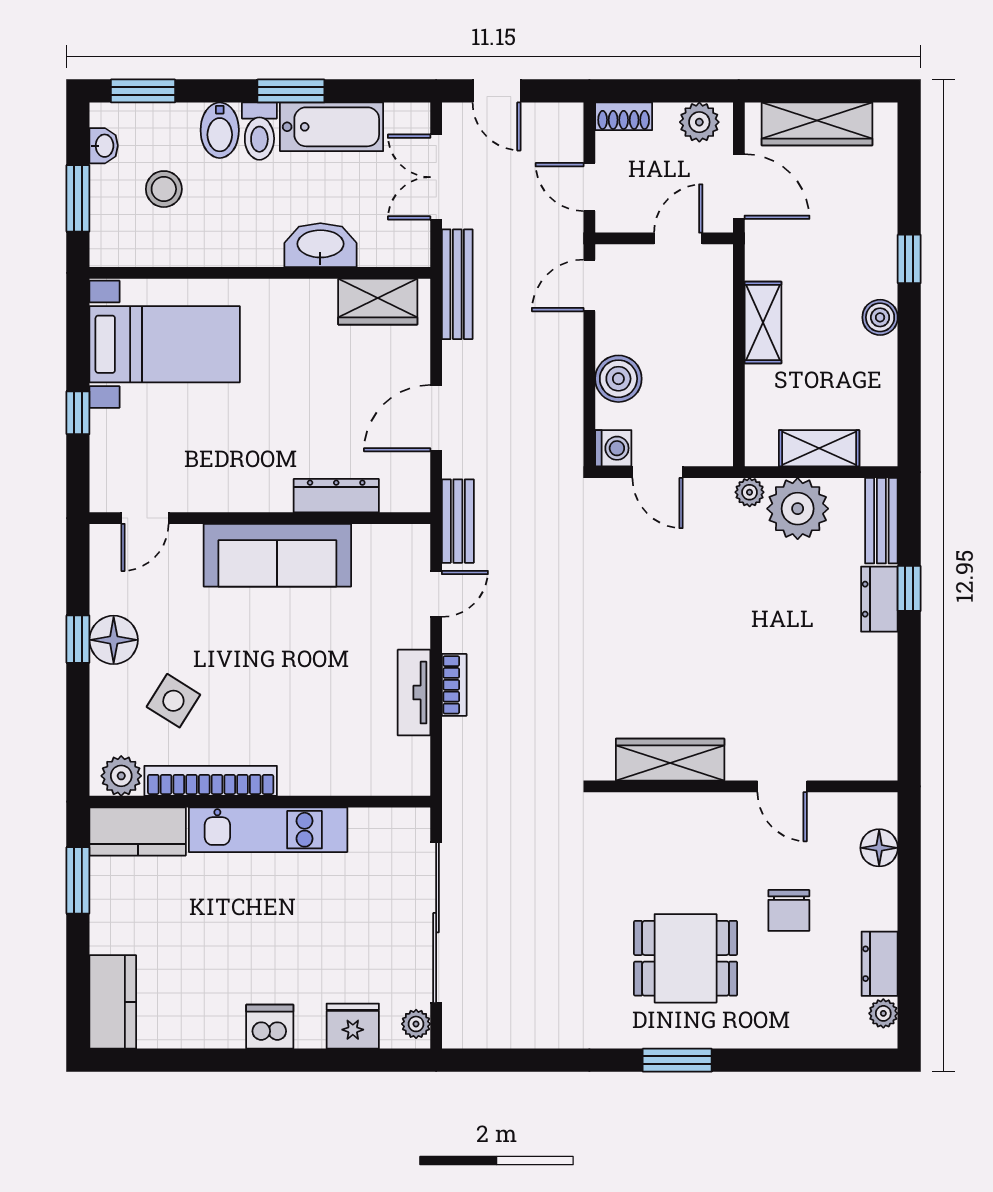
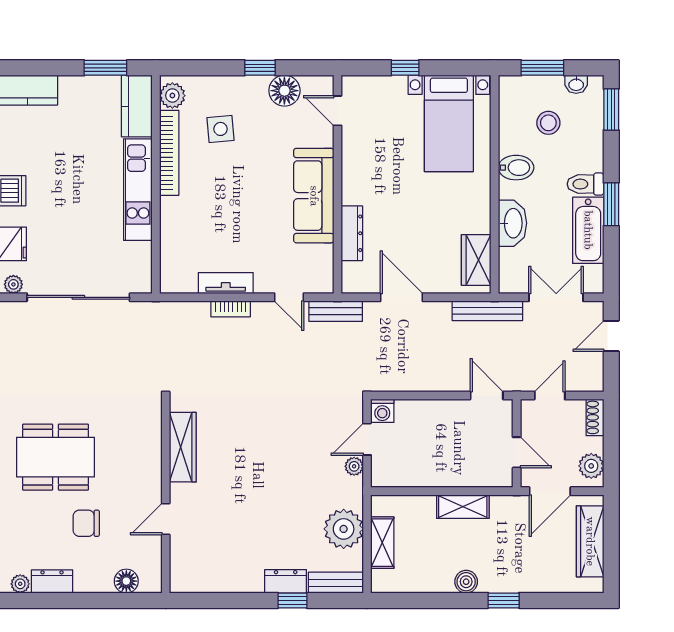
bidet: (220, 130) -> (516, 168), moved, turned 180
boiler: (618, 379) -> (427, 414), removed
plant: (750, 492) -> (354, 466), moved
floor lamp: (114, 640) -> (284, 91), moved
side table: (173, 701) -> (220, 129), turned -37
dining table: (686, 958) -> (55, 457), width x1.37

